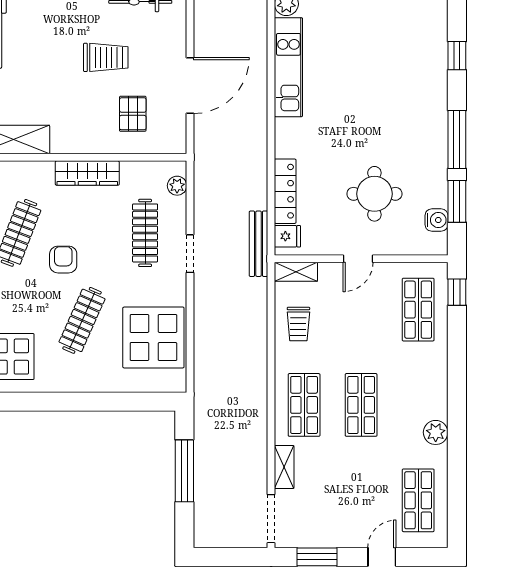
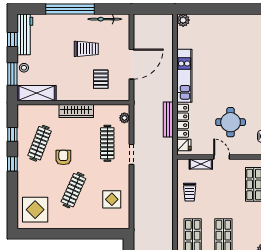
kitchen unit: (288, 67) -> (184, 76), moved
bench: (259, 244) -> (168, 119), moved
door: (358, 259) -> (222, 157), swing flipped
shelving: (296, 272) -> (201, 164), moved
display table: (153, 337) -> (112, 199), width x0.54, depth x0.54

